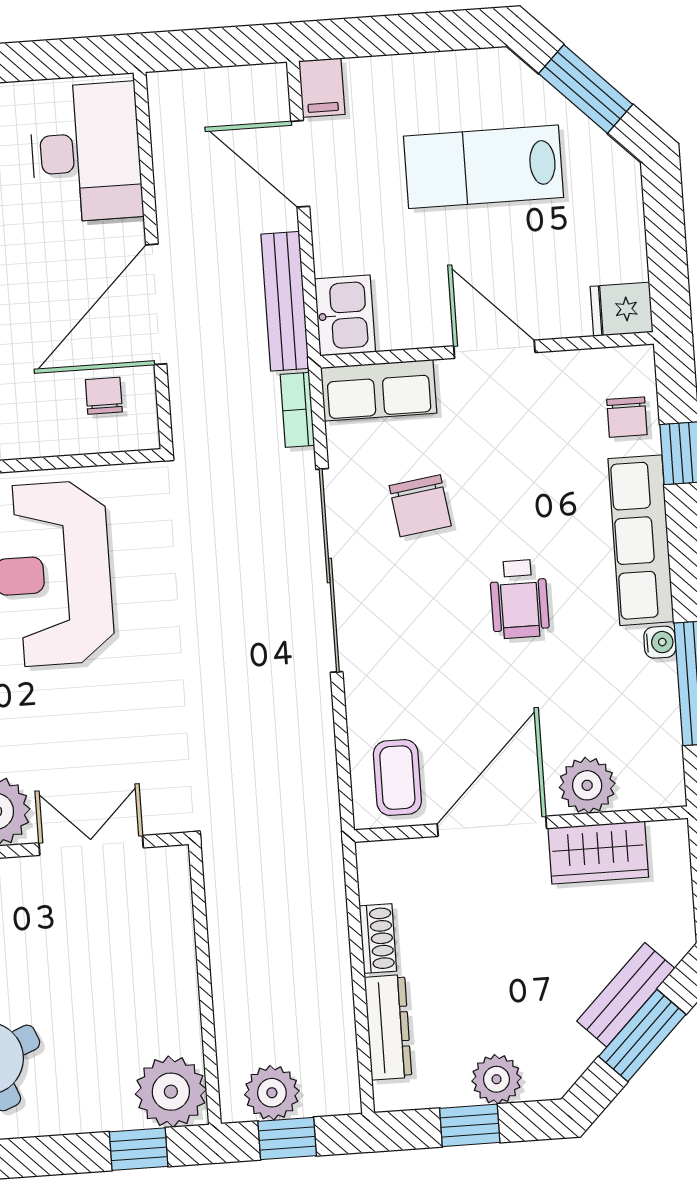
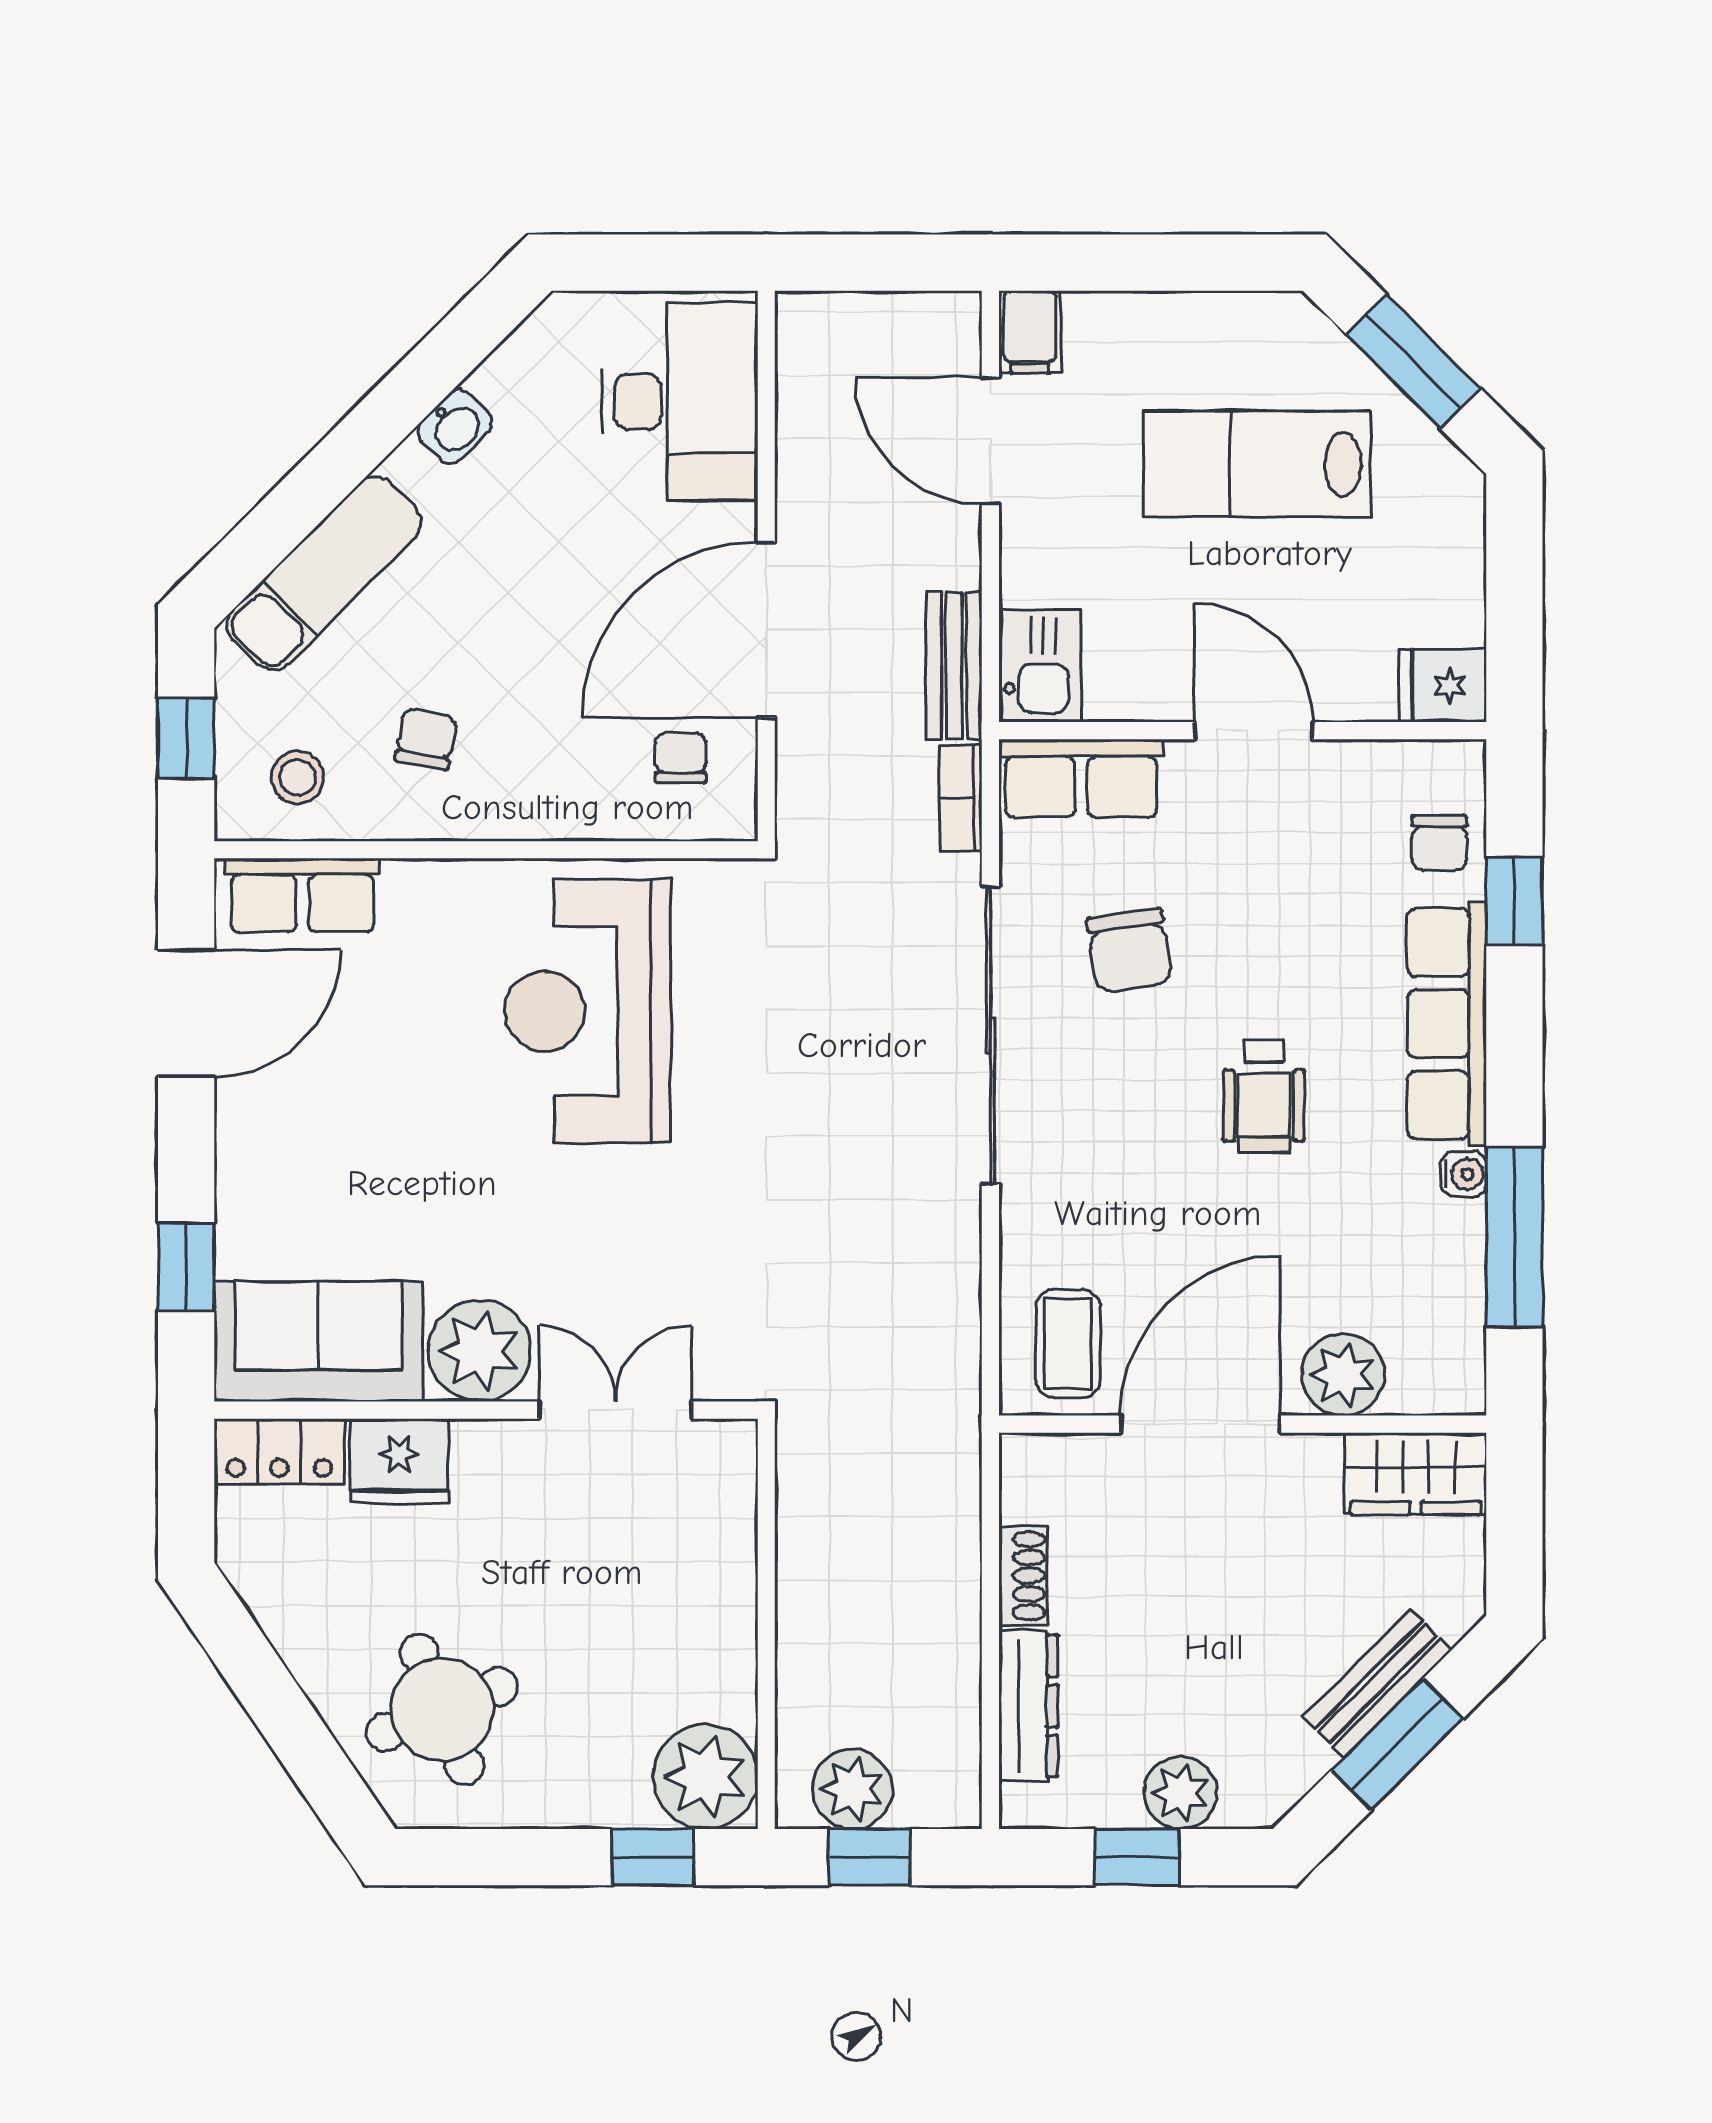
bench: (285, 301) -> (954, 666), width x0.73
wardrobe: (598, 853) -> (1416, 1474), moved

